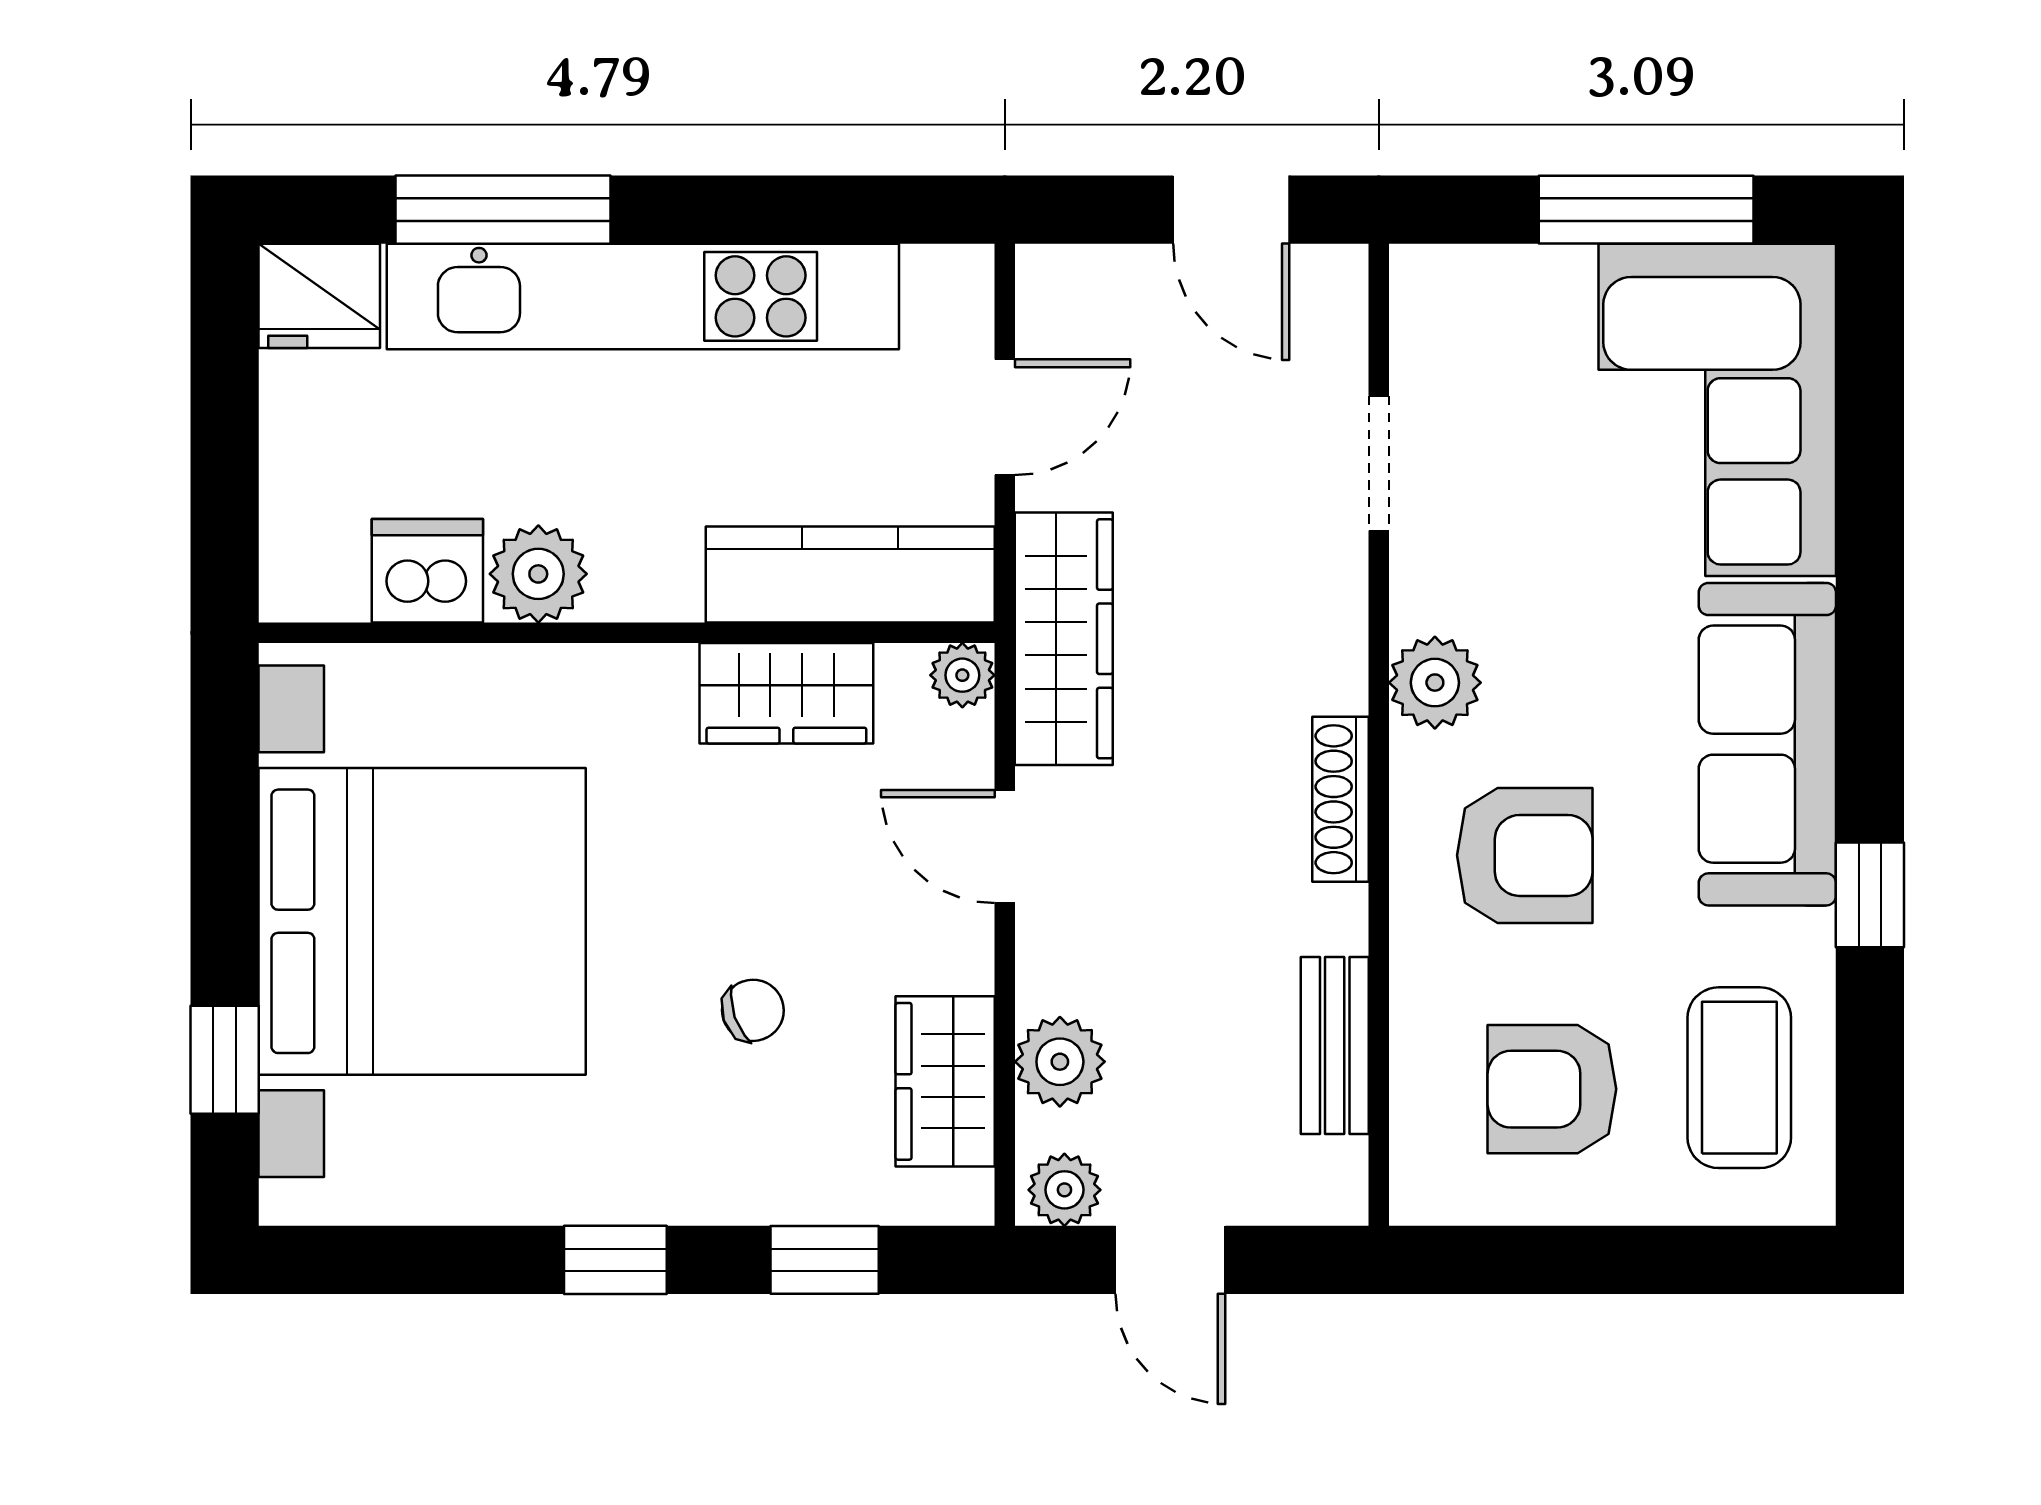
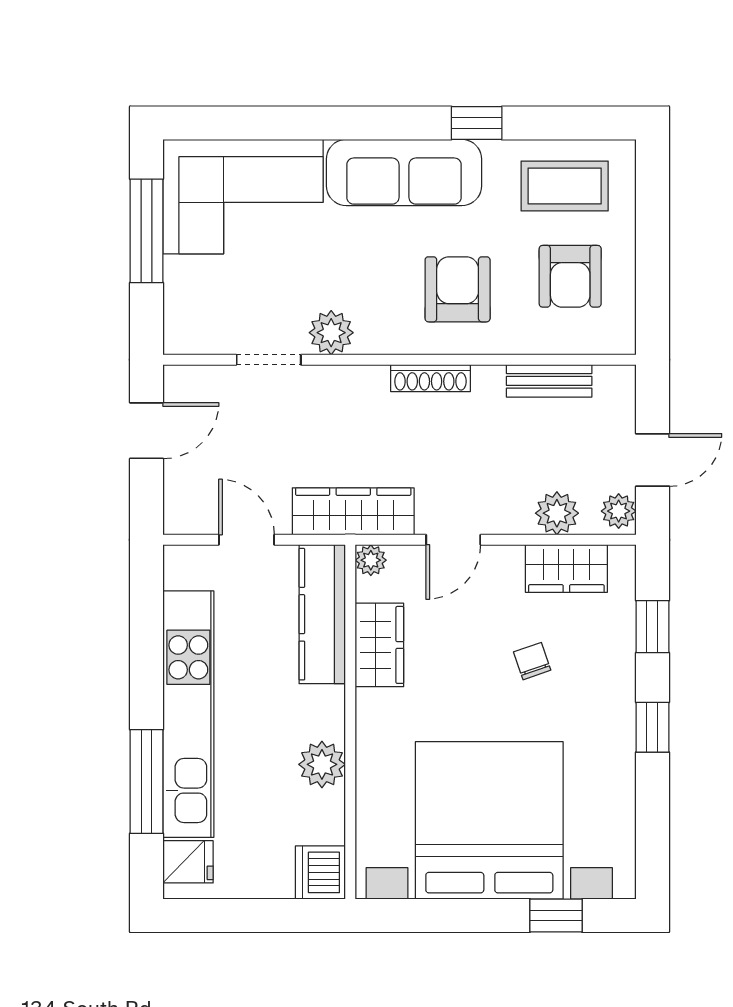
fridge: (319, 296) -> (188, 862), width x0.72
dishwasher: (427, 571) -> (320, 872), moved
plant: (1435, 683) -> (331, 333), moved

